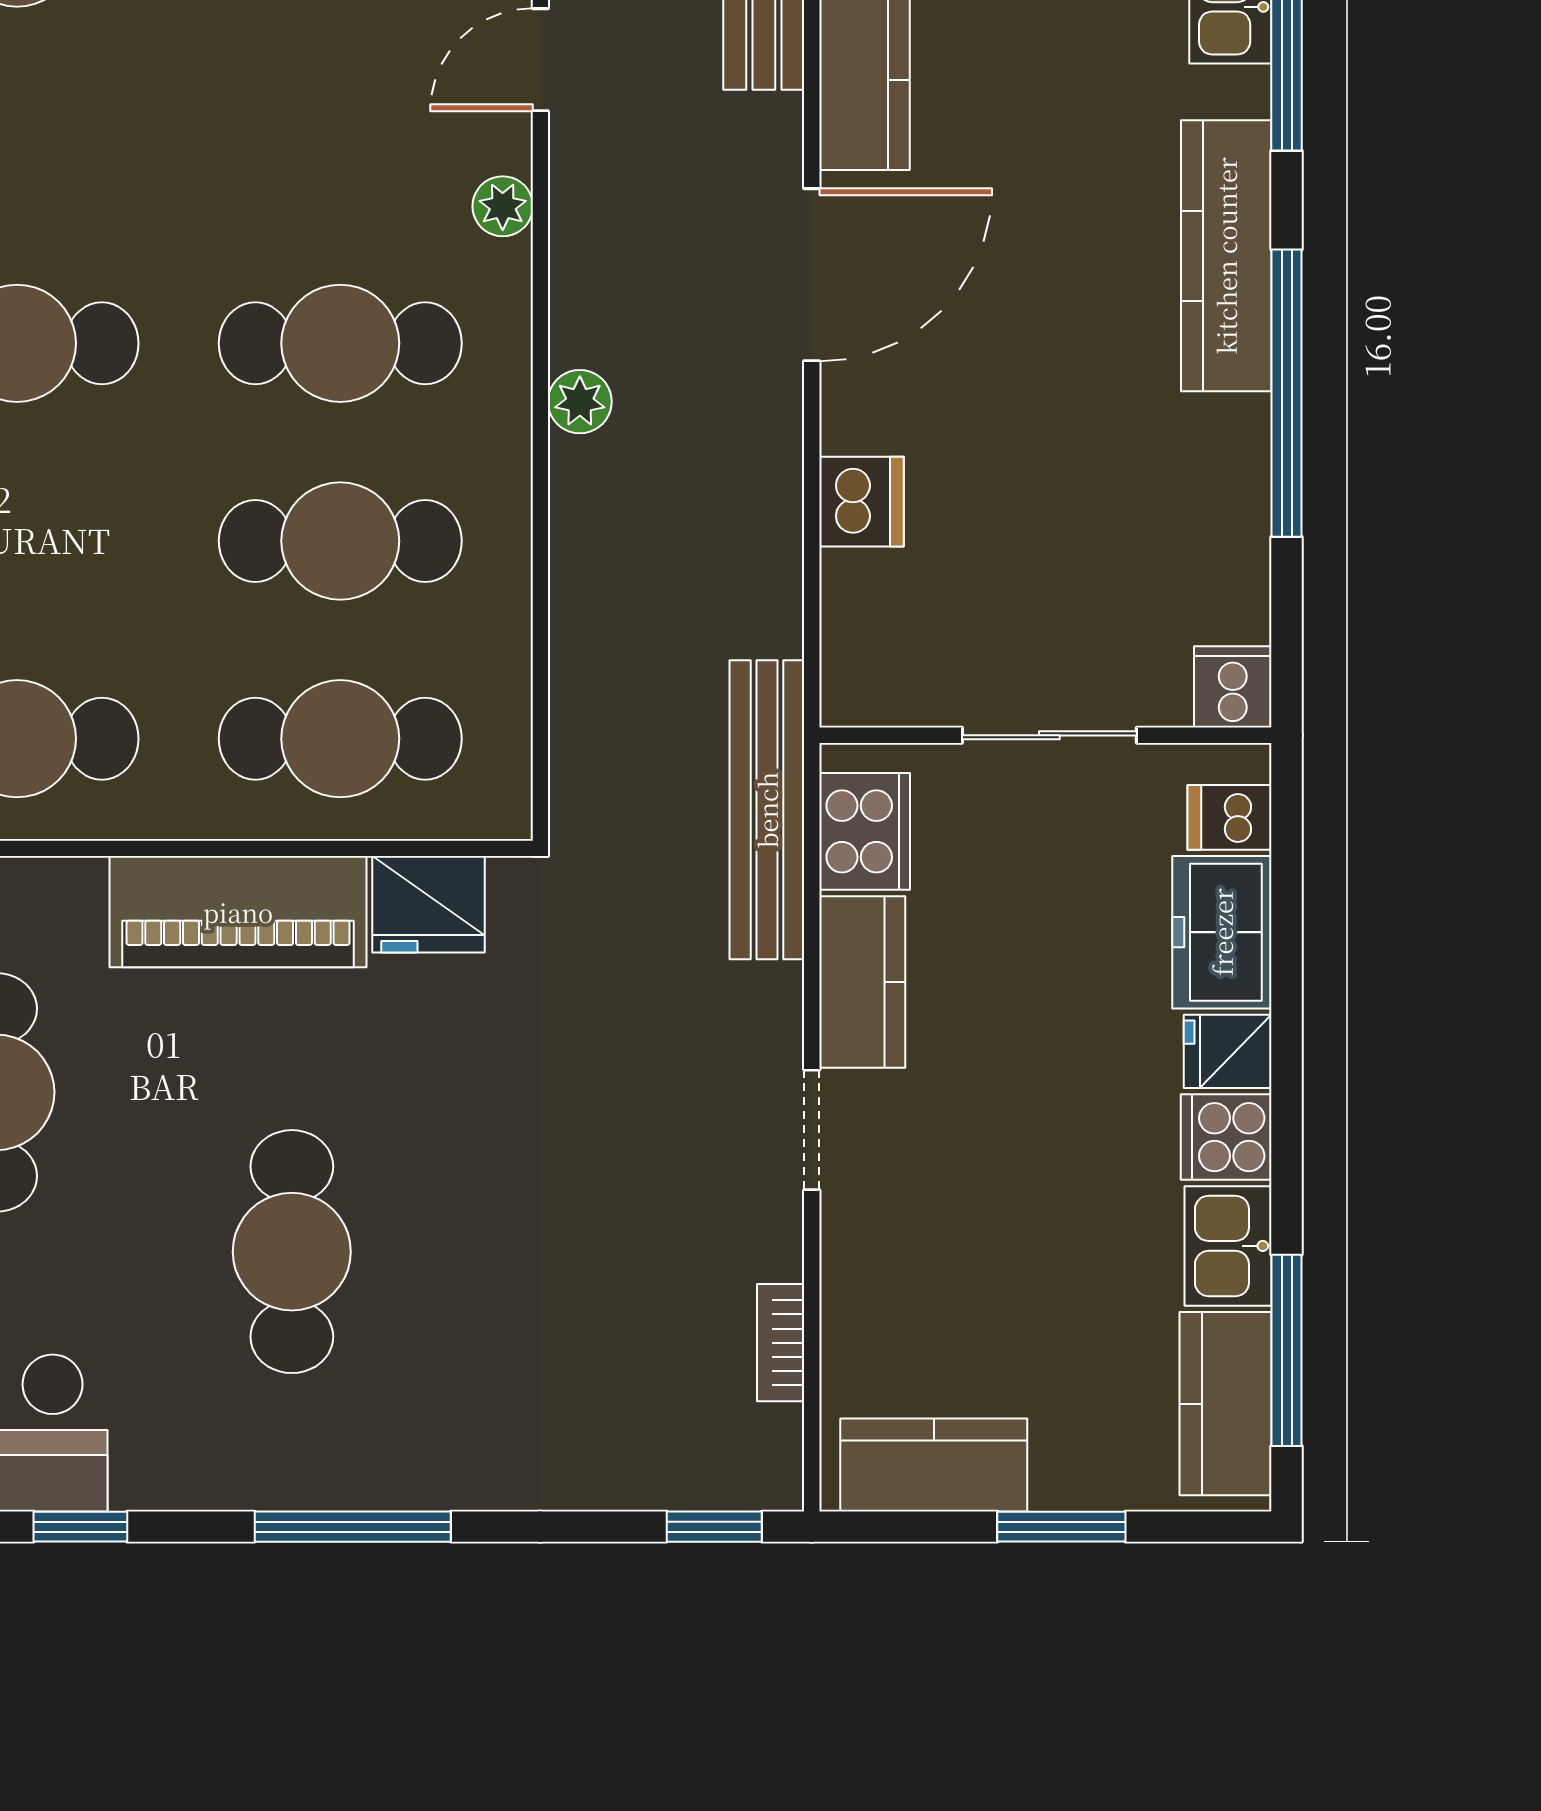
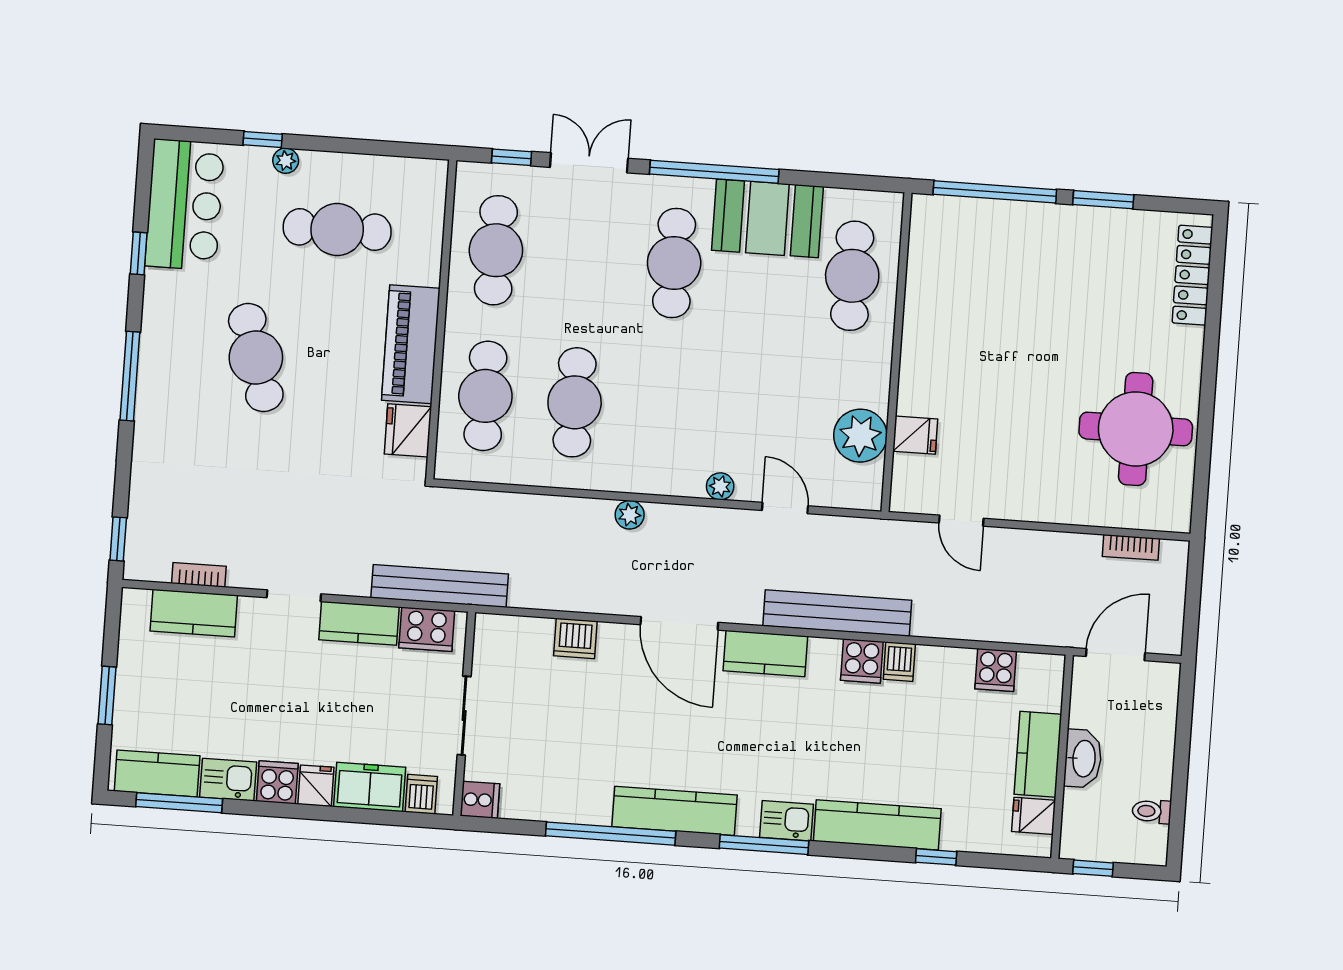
cafe table: (340, 343) -> (664, 409), removed
cafe table: (292, 1252) -> (256, 357), turned 73
kitchen counter: (934, 1465) -> (194, 613), moved, turned 90

